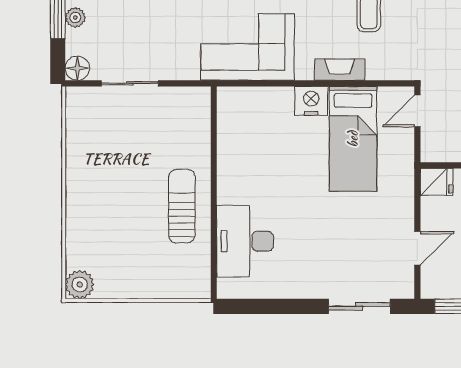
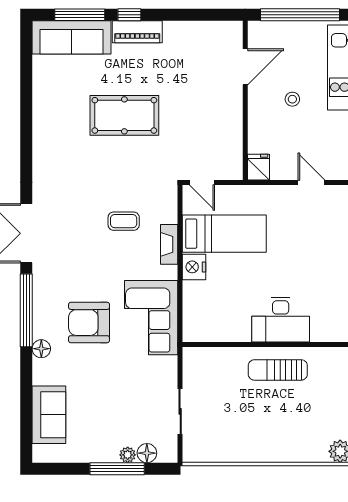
floor lamp: (77, 68) -> (147, 453), moved
desk: (245, 241) -> (281, 320), moved

